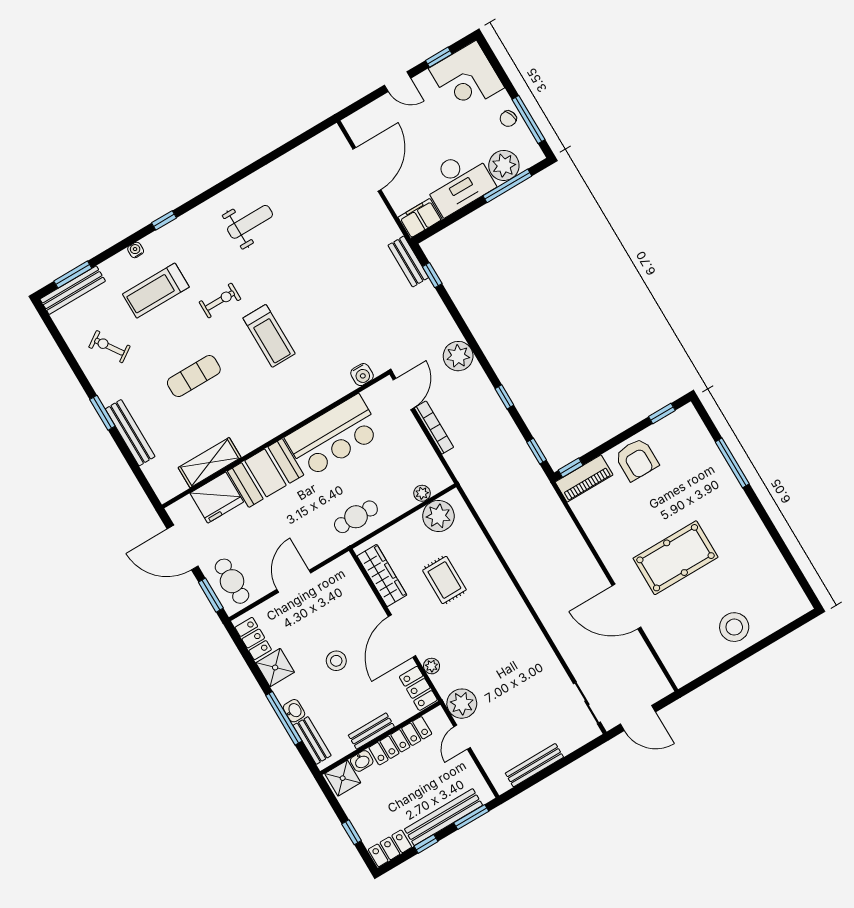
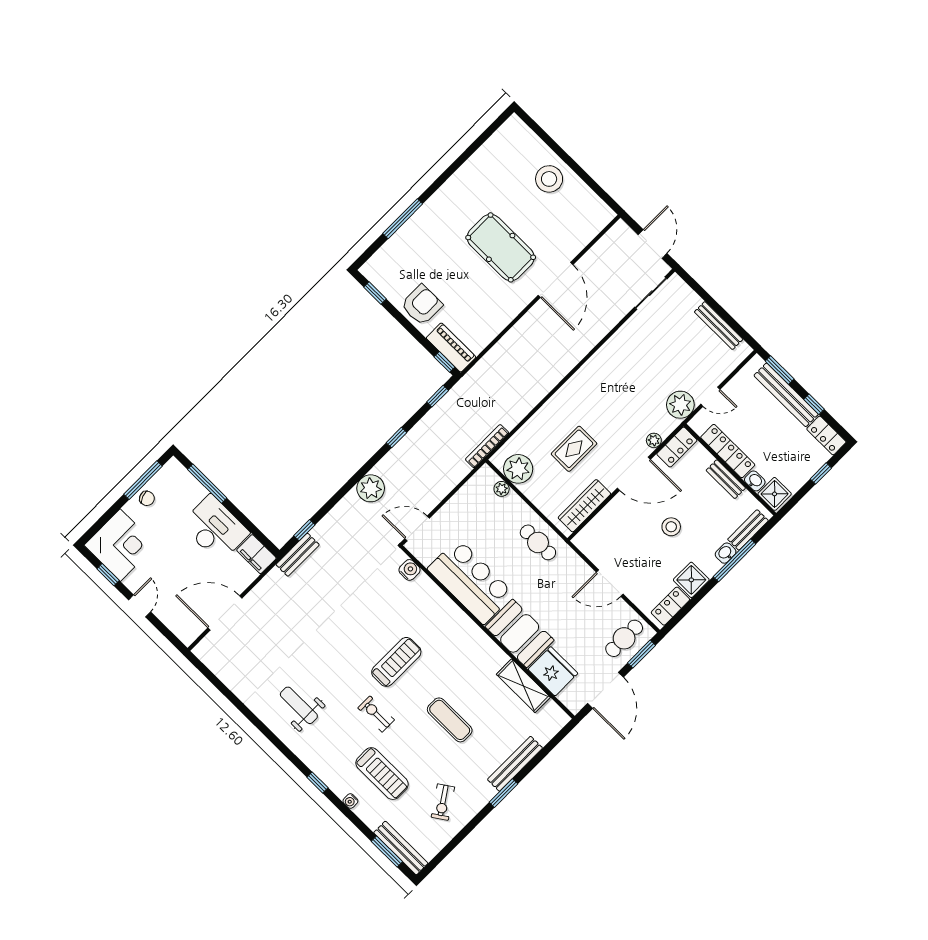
plant: (504, 165) -> (190, 491), removed
bookcase: (434, 428) -> (487, 446), moved

